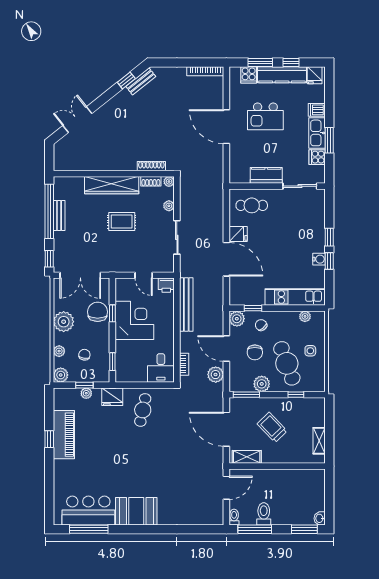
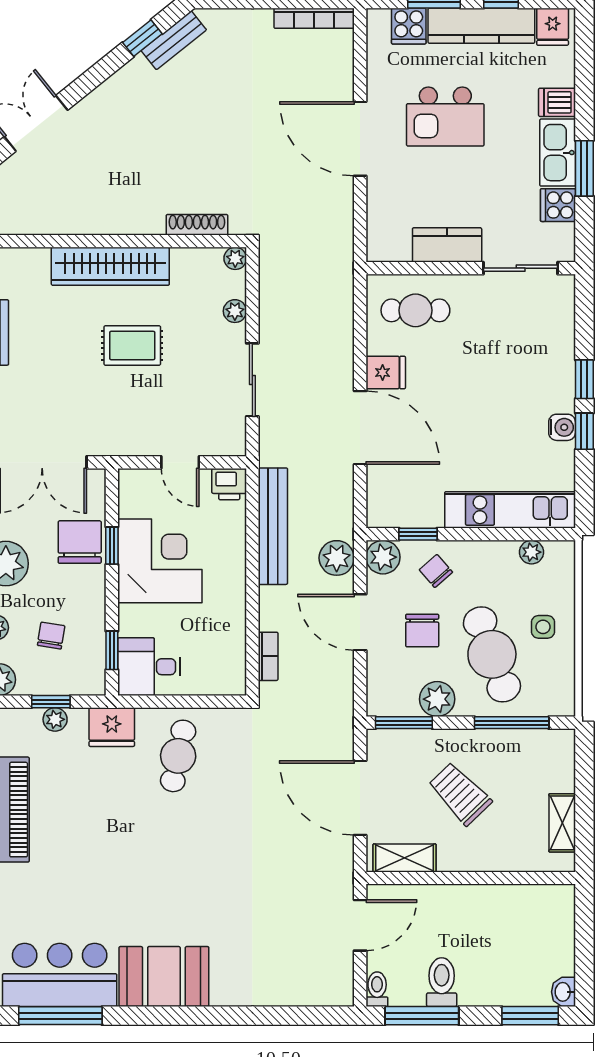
shoe rack: (151, 181) -> (196, 258), removed
desk: (161, 368) -> (149, 667), moved, turned 90
plant: (216, 375) -> (337, 558), moved
window: (296, 395) -> (512, 723), width x2.17

